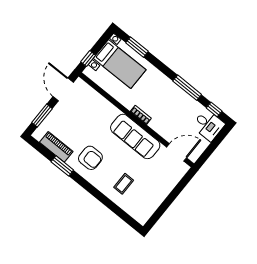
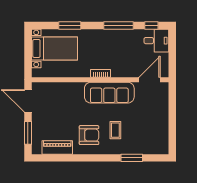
window: (137, 47) -> (70, 26), moved
window: (88, 59) -> (28, 63), removed
window: (62, 166) -> (132, 158), moved
coffee table: (124, 184) -> (115, 130), moved

